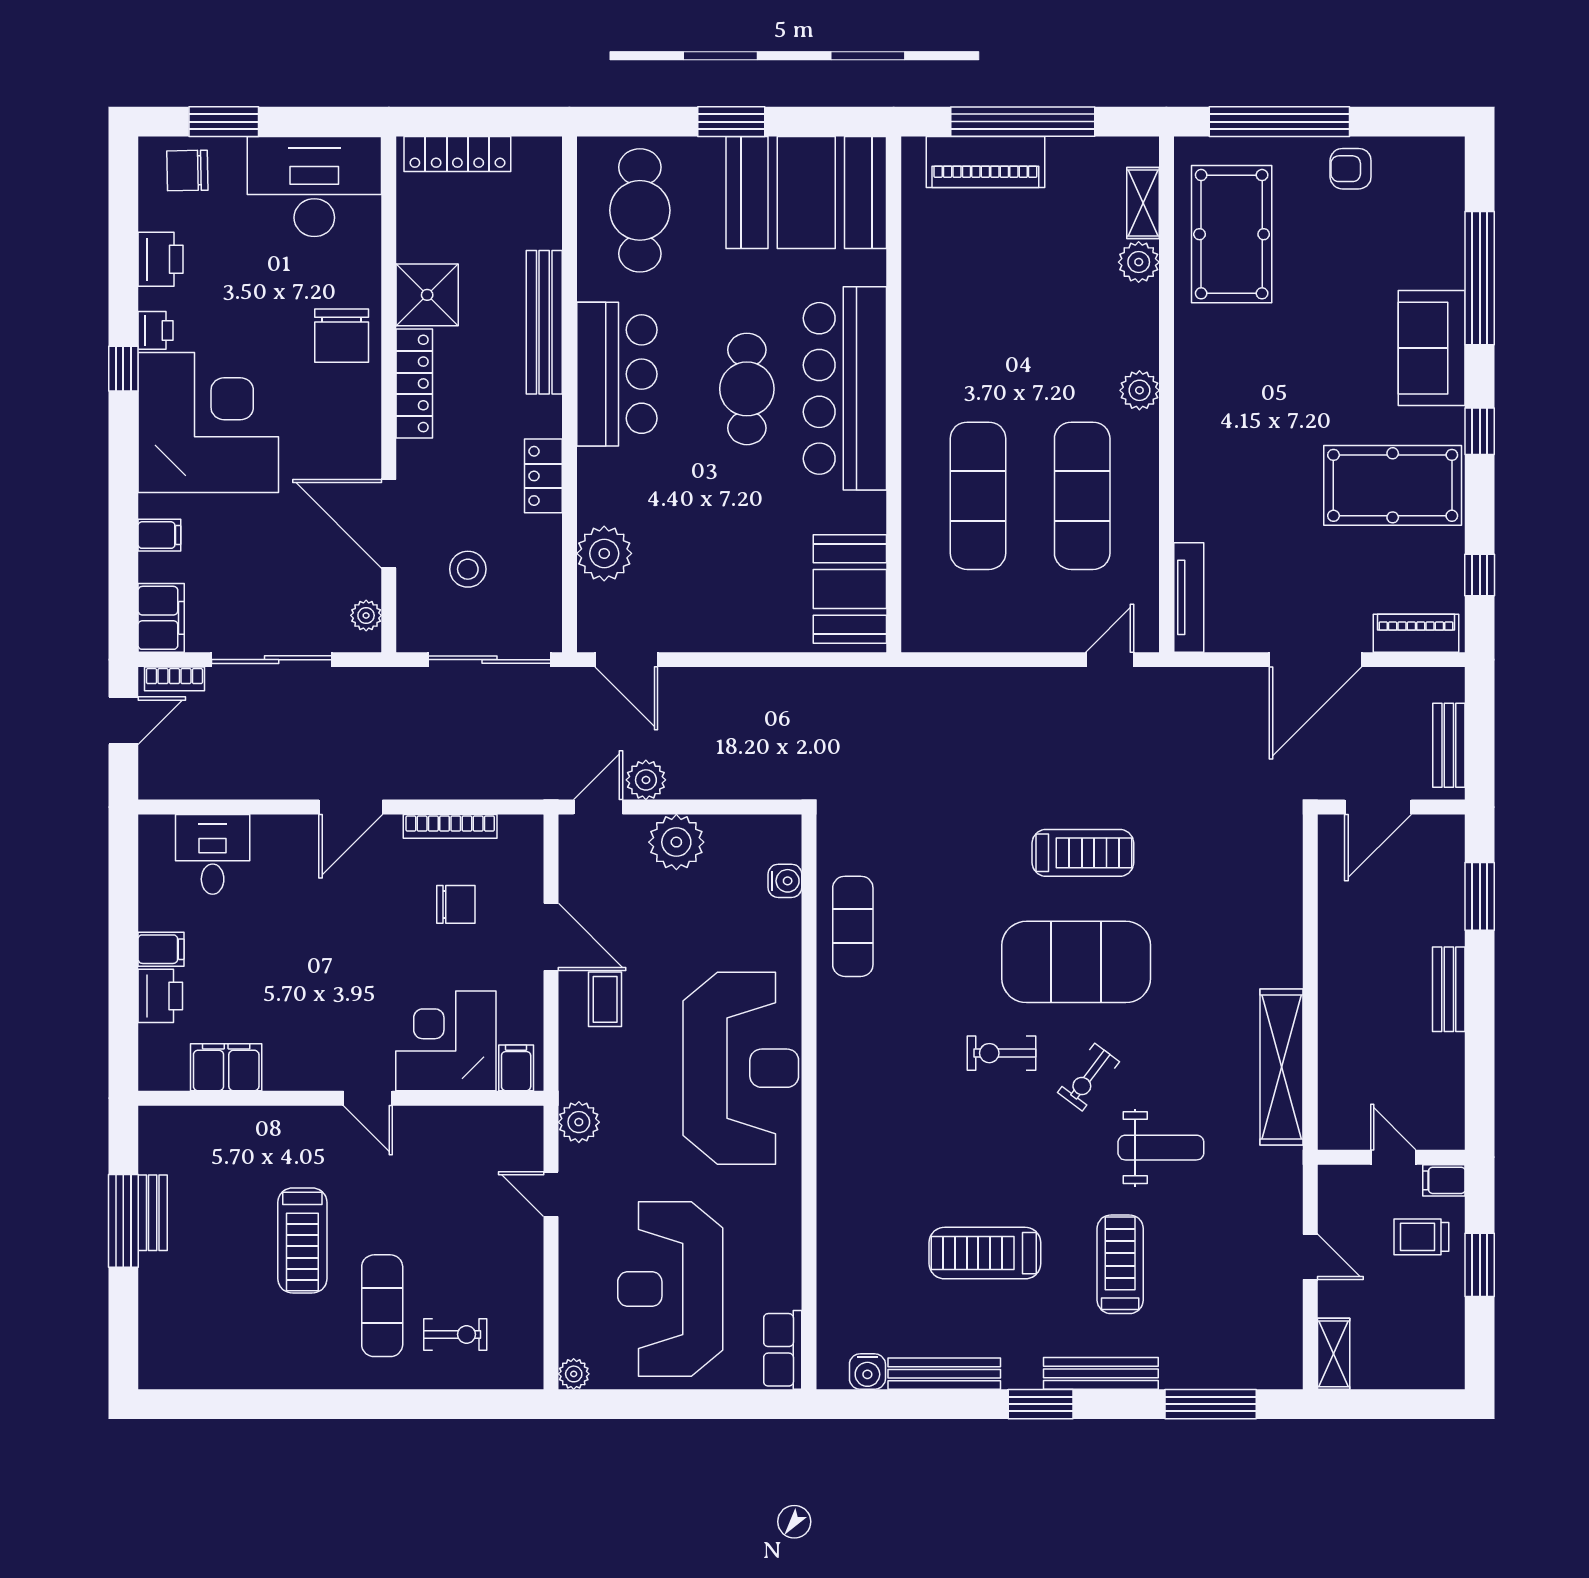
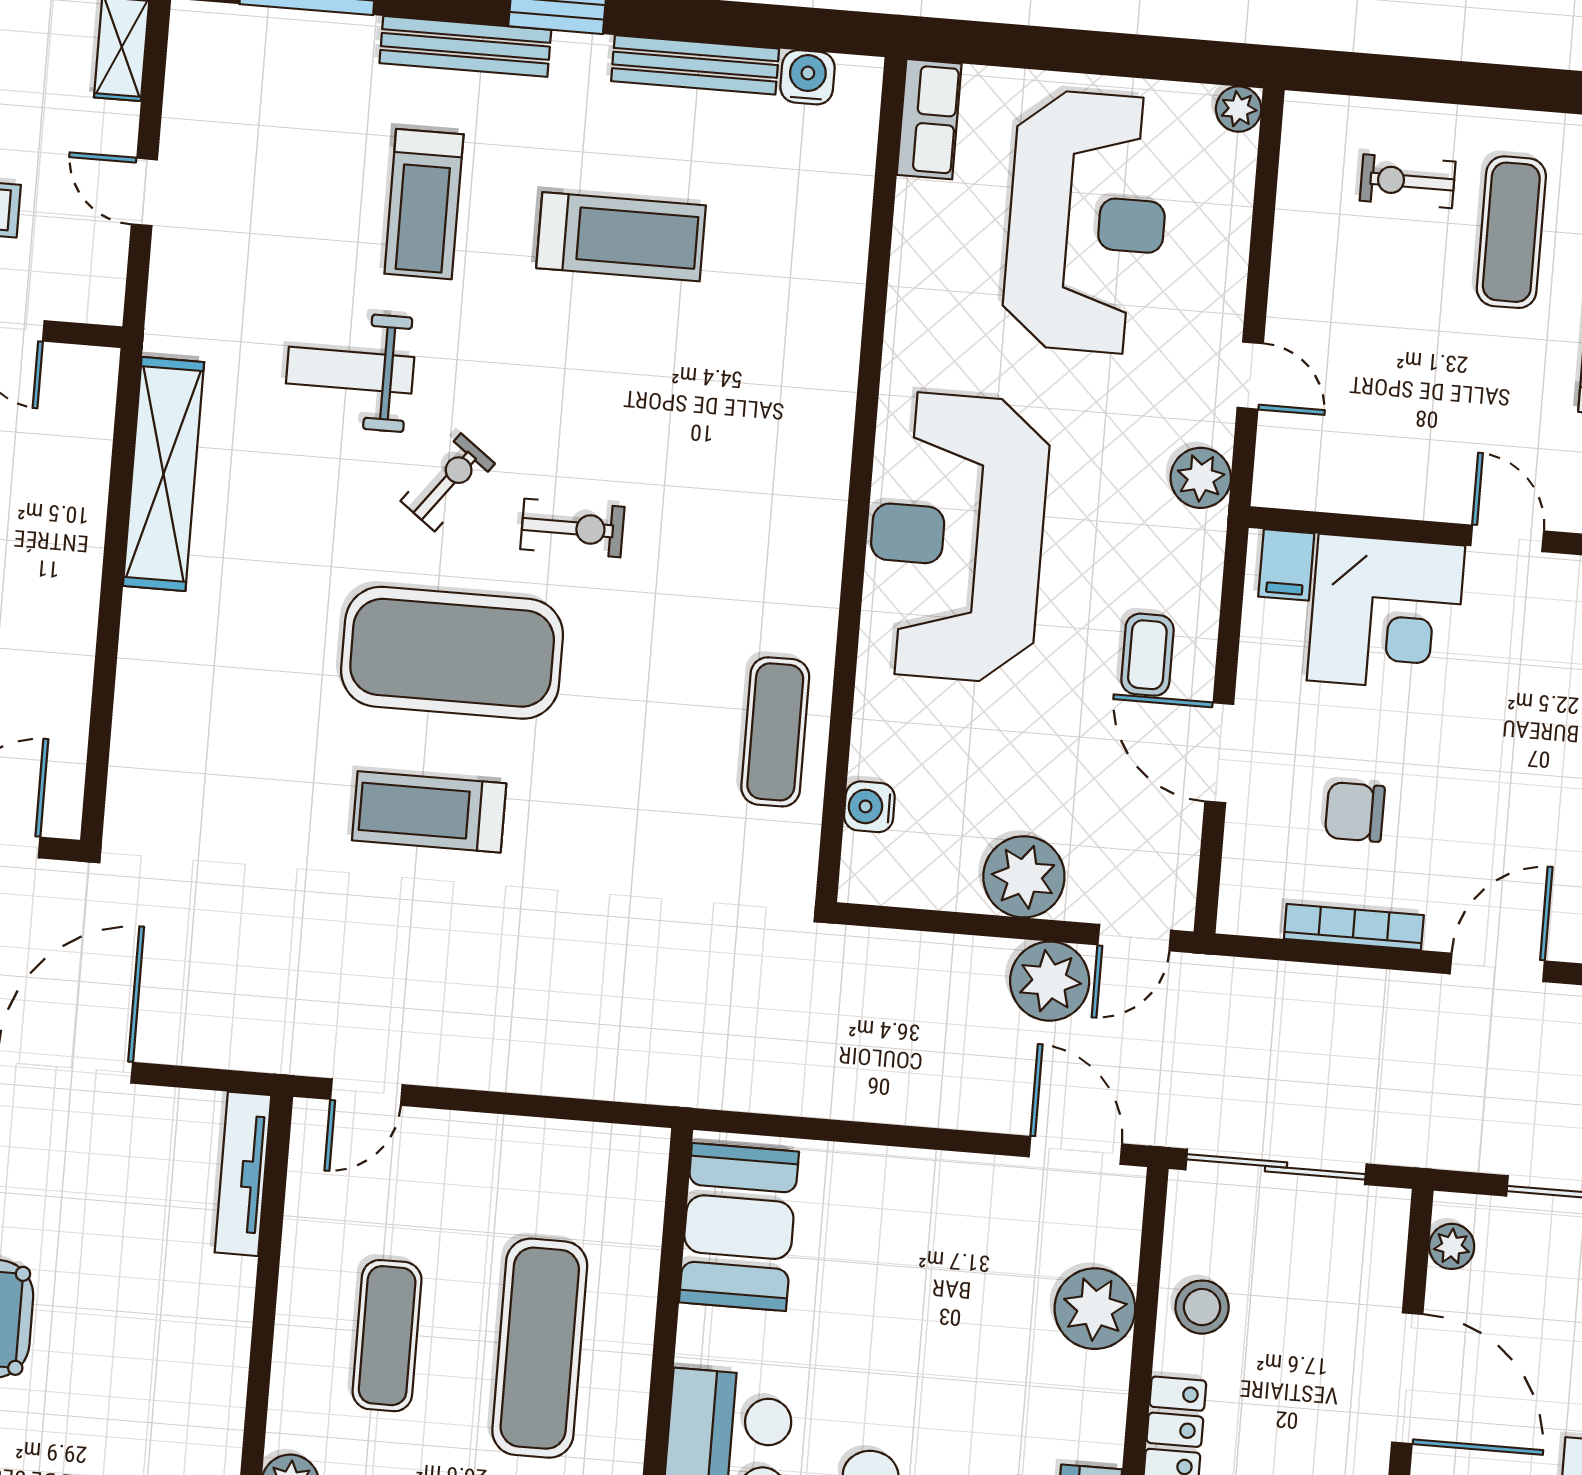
exercise mat: (1082, 496) -> (387, 1336), width x0.73, depth x0.69
stool: (468, 569) -> (1202, 1307), moved
plant: (646, 780) -> (1050, 981), width x1.36, depth x1.36

